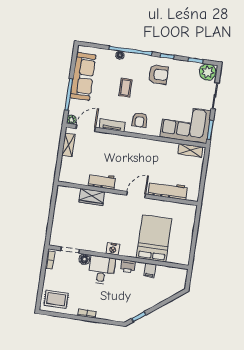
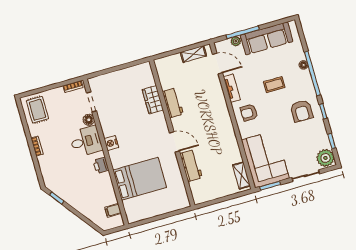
plant: (71, 120) -> (236, 41), moved
workbench: (168, 190) -> (191, 166), width x0.73
filing cabinet: (150, 270) -> (113, 210), moved

